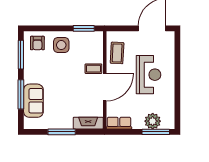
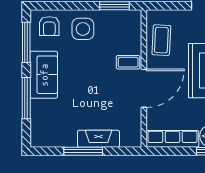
sofa: (33, 101) -> (44, 75), moved
fireplace: (88, 123) -> (98, 139), moved
row of seats: (119, 123) -> (172, 139), width x1.48

